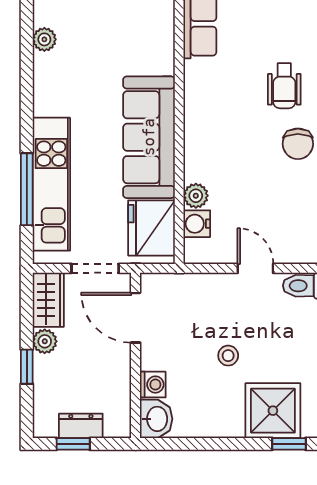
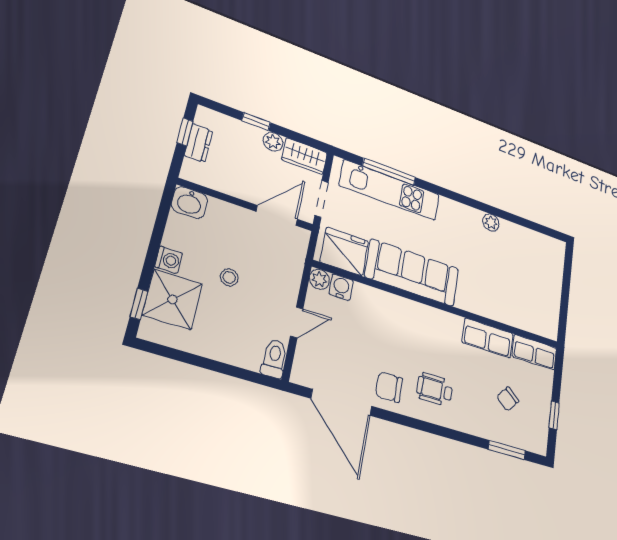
plant: (196, 196) -> (319, 279), moved
washing machine: (153, 385) -> (169, 260), moved, turned -90

